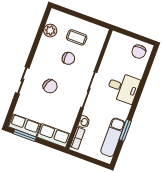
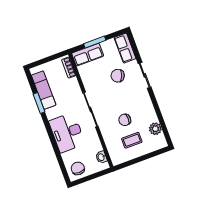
chair: (50, 86) -> (118, 76), moved
desk: (123, 88) -> (67, 133), width x1.37
washbasin: (84, 122) -> (101, 157), moved
row of seats: (25, 125) -> (125, 48), moved, turned 90
window: (25, 135) -> (95, 42), moved

